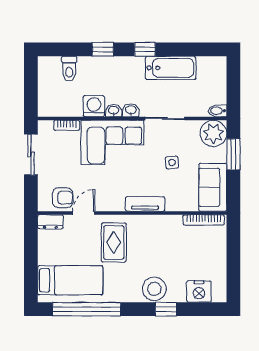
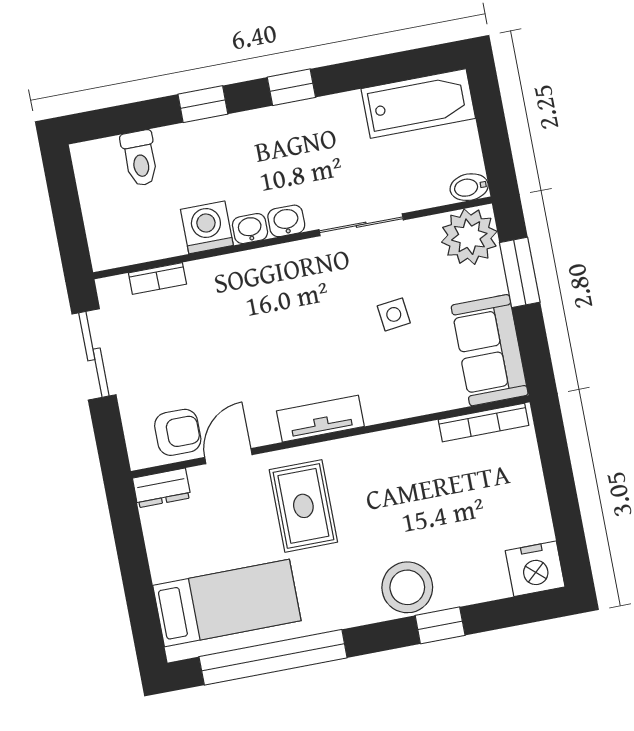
bathtub: (171, 68) -> (418, 103), moved
corner sofa: (112, 143) -> (260, 296), removed
tv unit: (145, 204) -> (320, 419), moved
nightstand: (199, 292) -> (535, 569), moved

